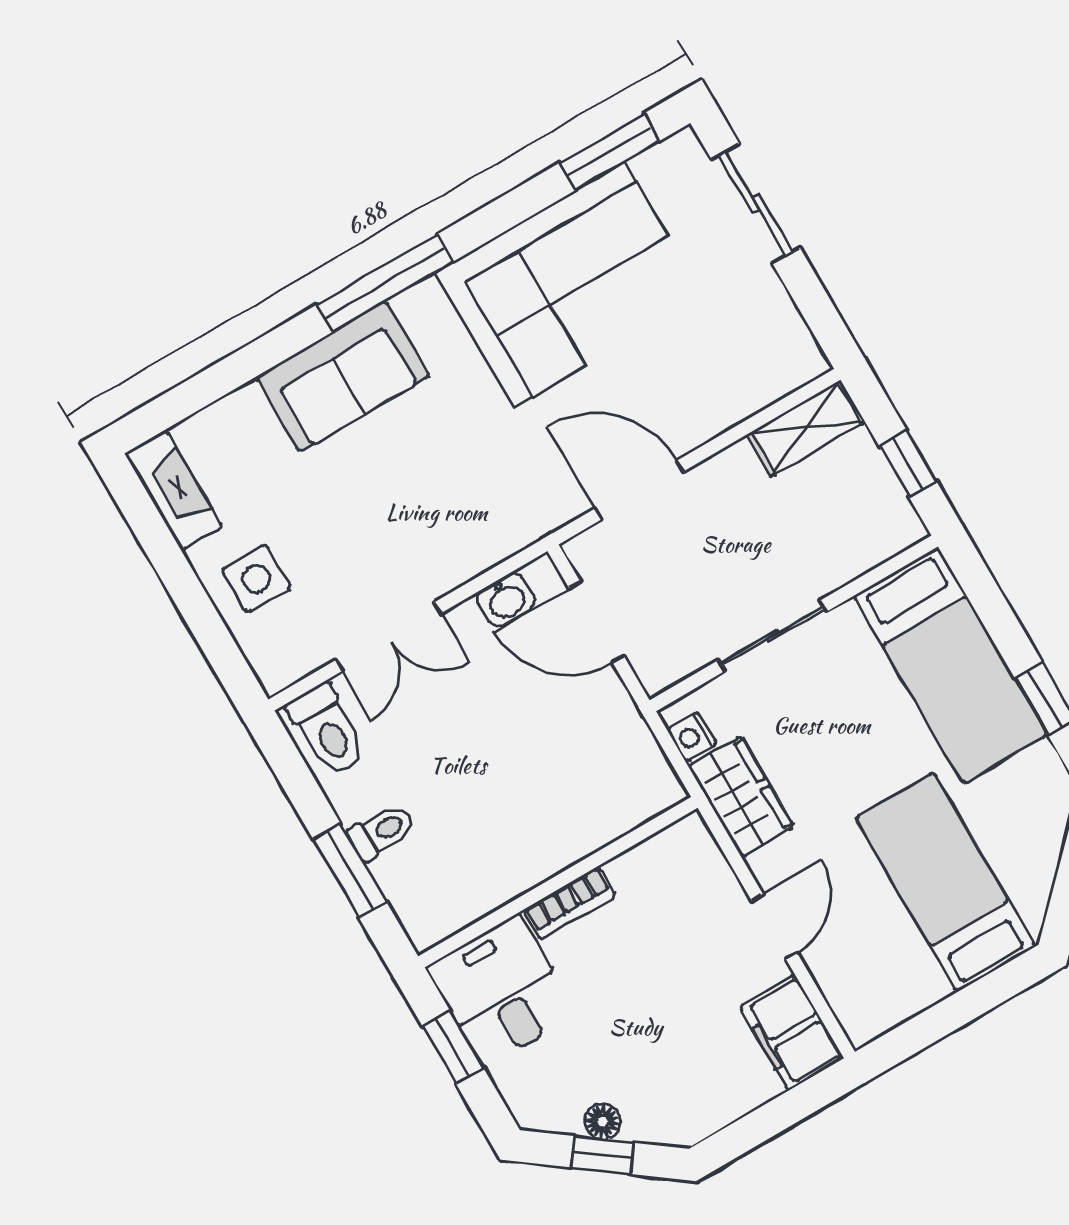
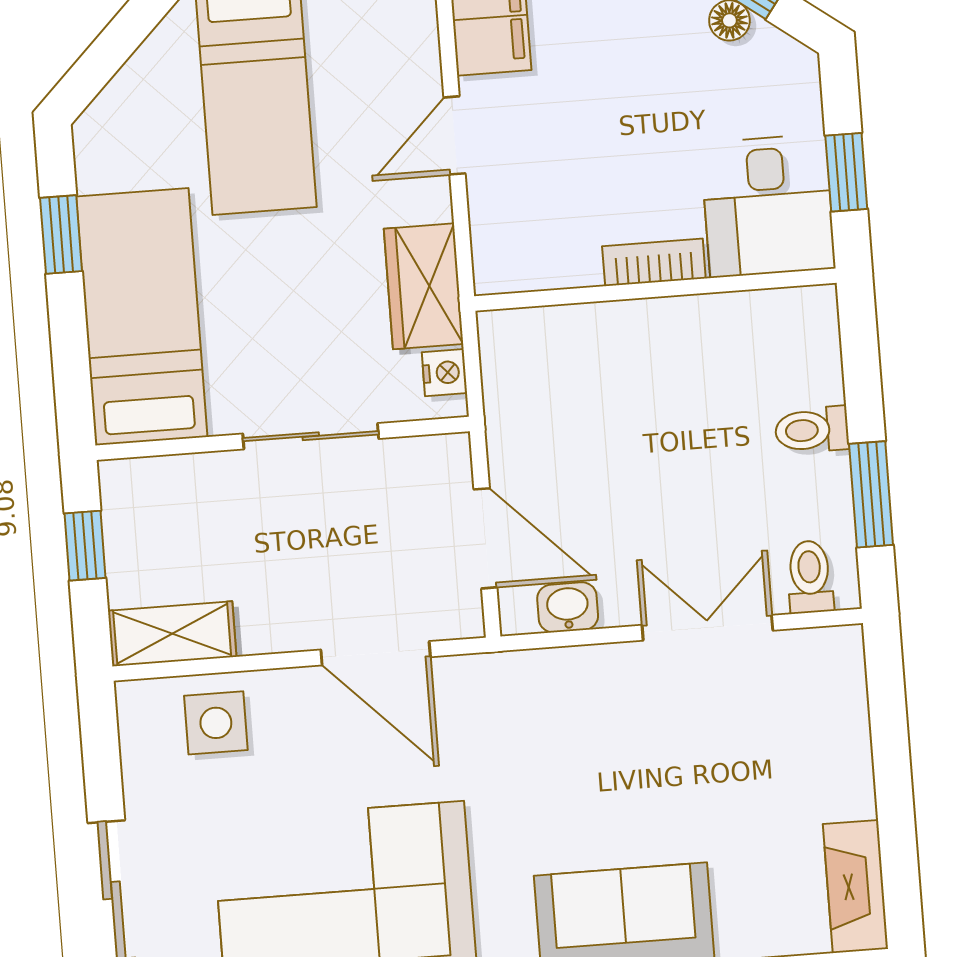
side table: (256, 579) -> (216, 723), moved
toilet: (327, 730) -> (810, 577), width x0.73, depth x0.72
window: (350, 871) -> (871, 494), moved

